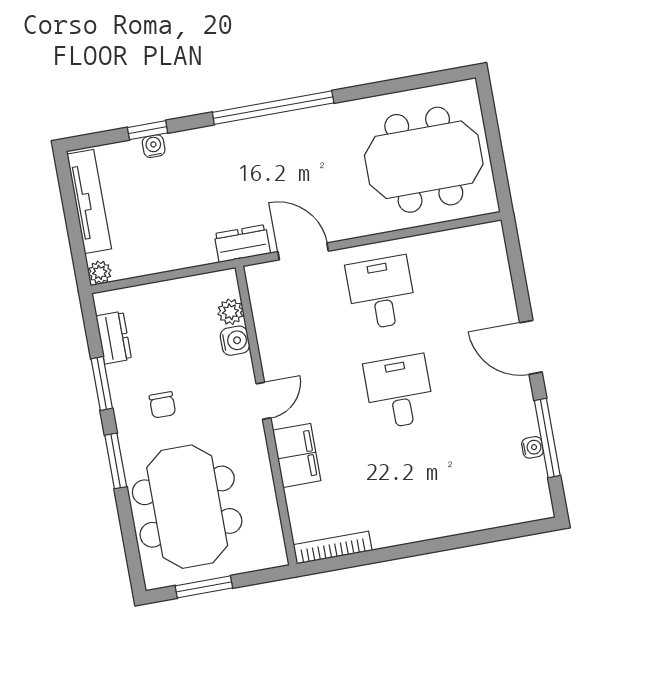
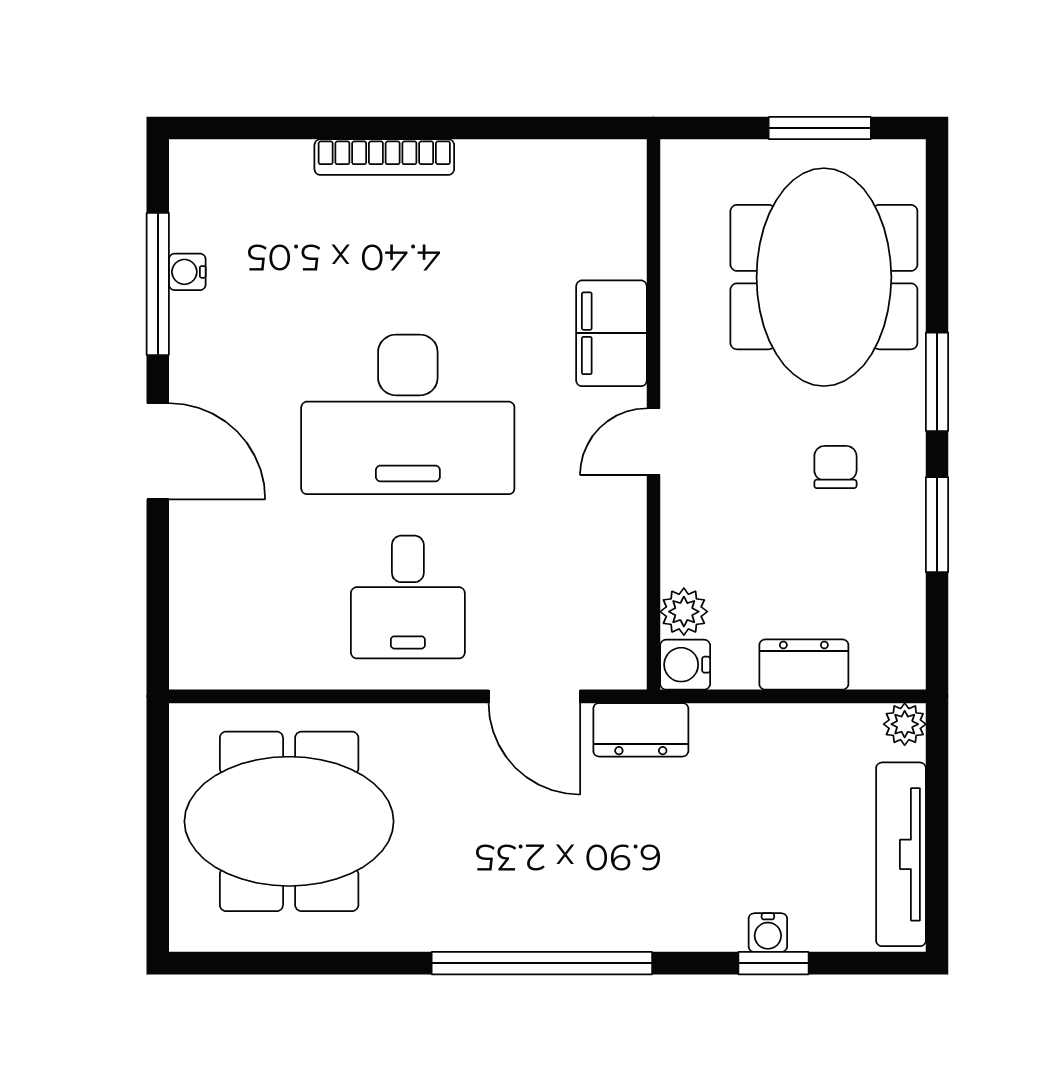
dresser: (114, 338) -> (804, 665), moved, turned 90
water cooler: (235, 341) -> (685, 665), moved
desk: (399, 392) -> (408, 414), width x1.87, depth x1.30
bookcase: (333, 548) -> (384, 157), moved

